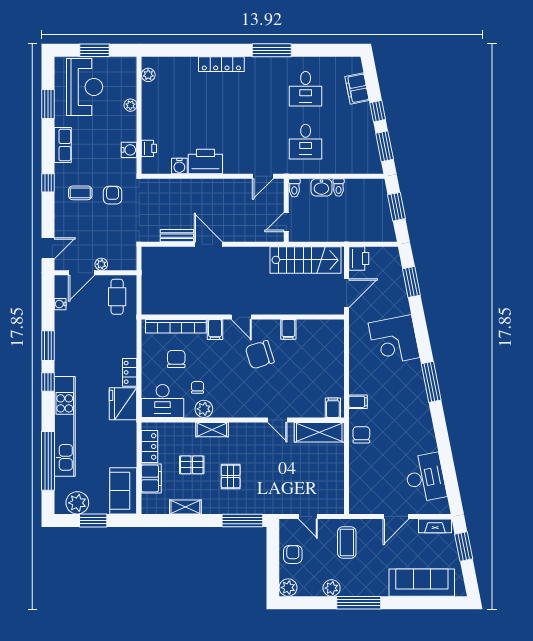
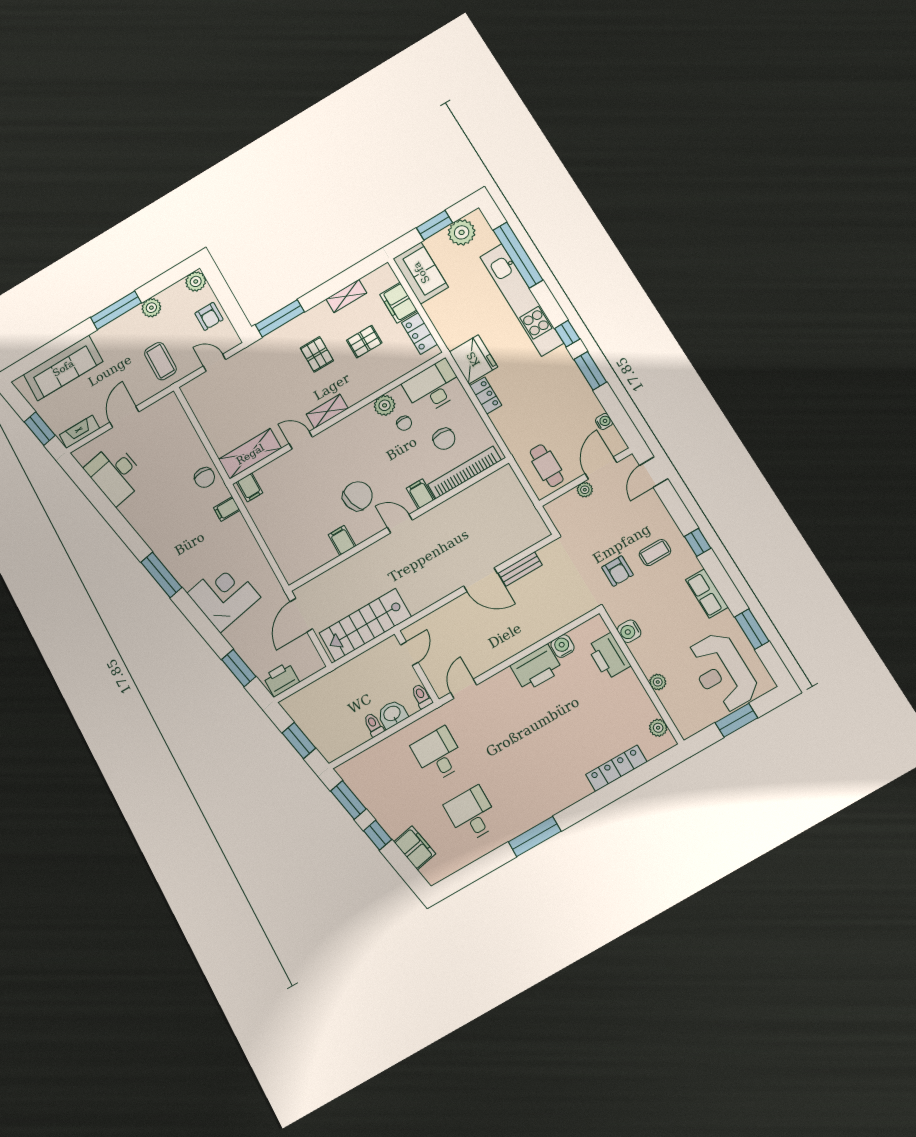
locker: (221, 64) -> (616, 768), moved
printer: (149, 148) -> (609, 656), width x1.87, depth x1.48
printer: (359, 259) -> (281, 679), moved, turned 90
shelving: (212, 430) -> (327, 411), moved

